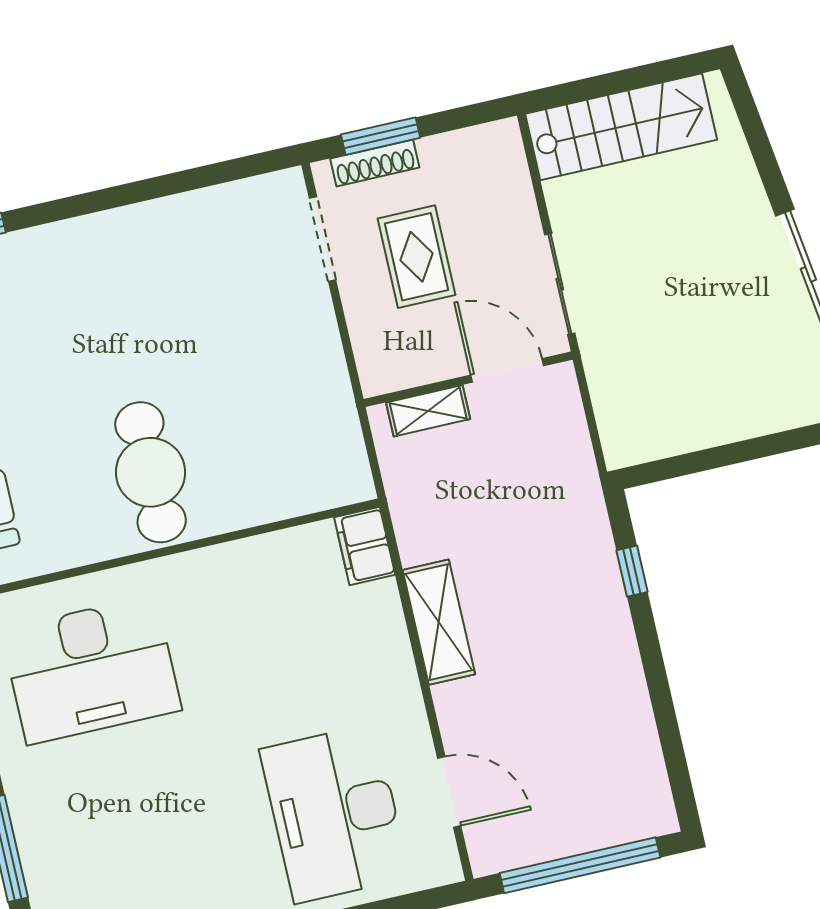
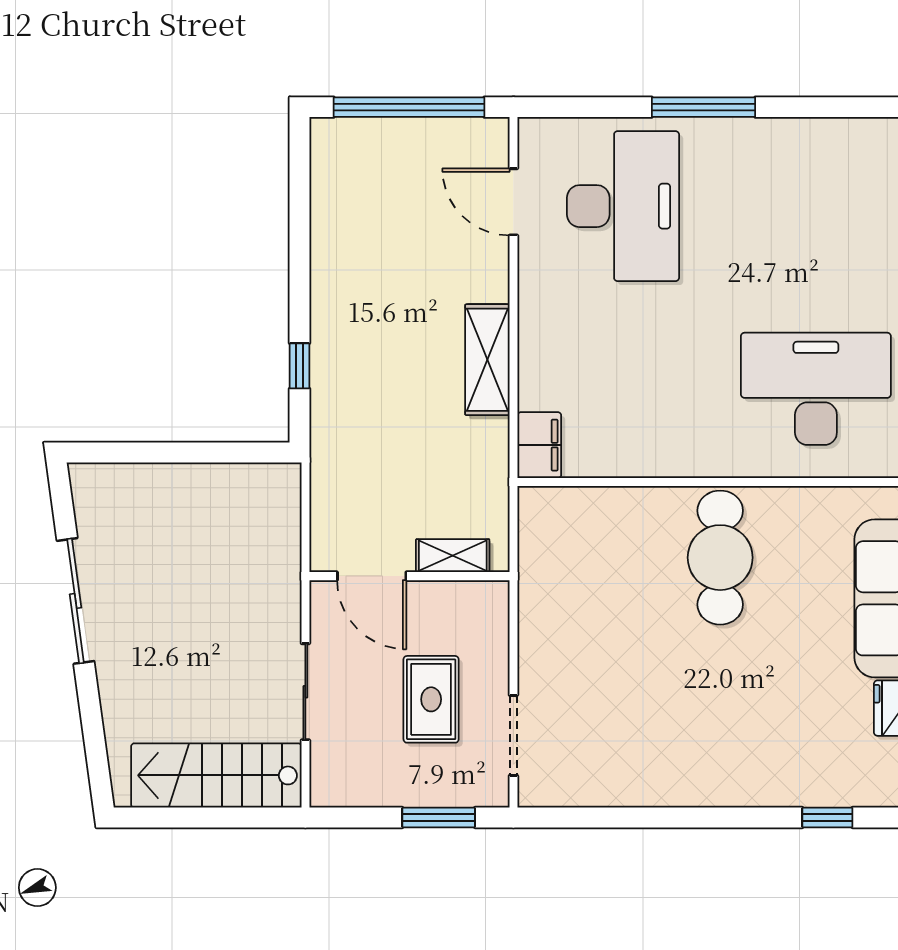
shoe rack: (375, 163) -> (450, 794), removed
sliding door: (560, 284) -> (305, 692), moved

